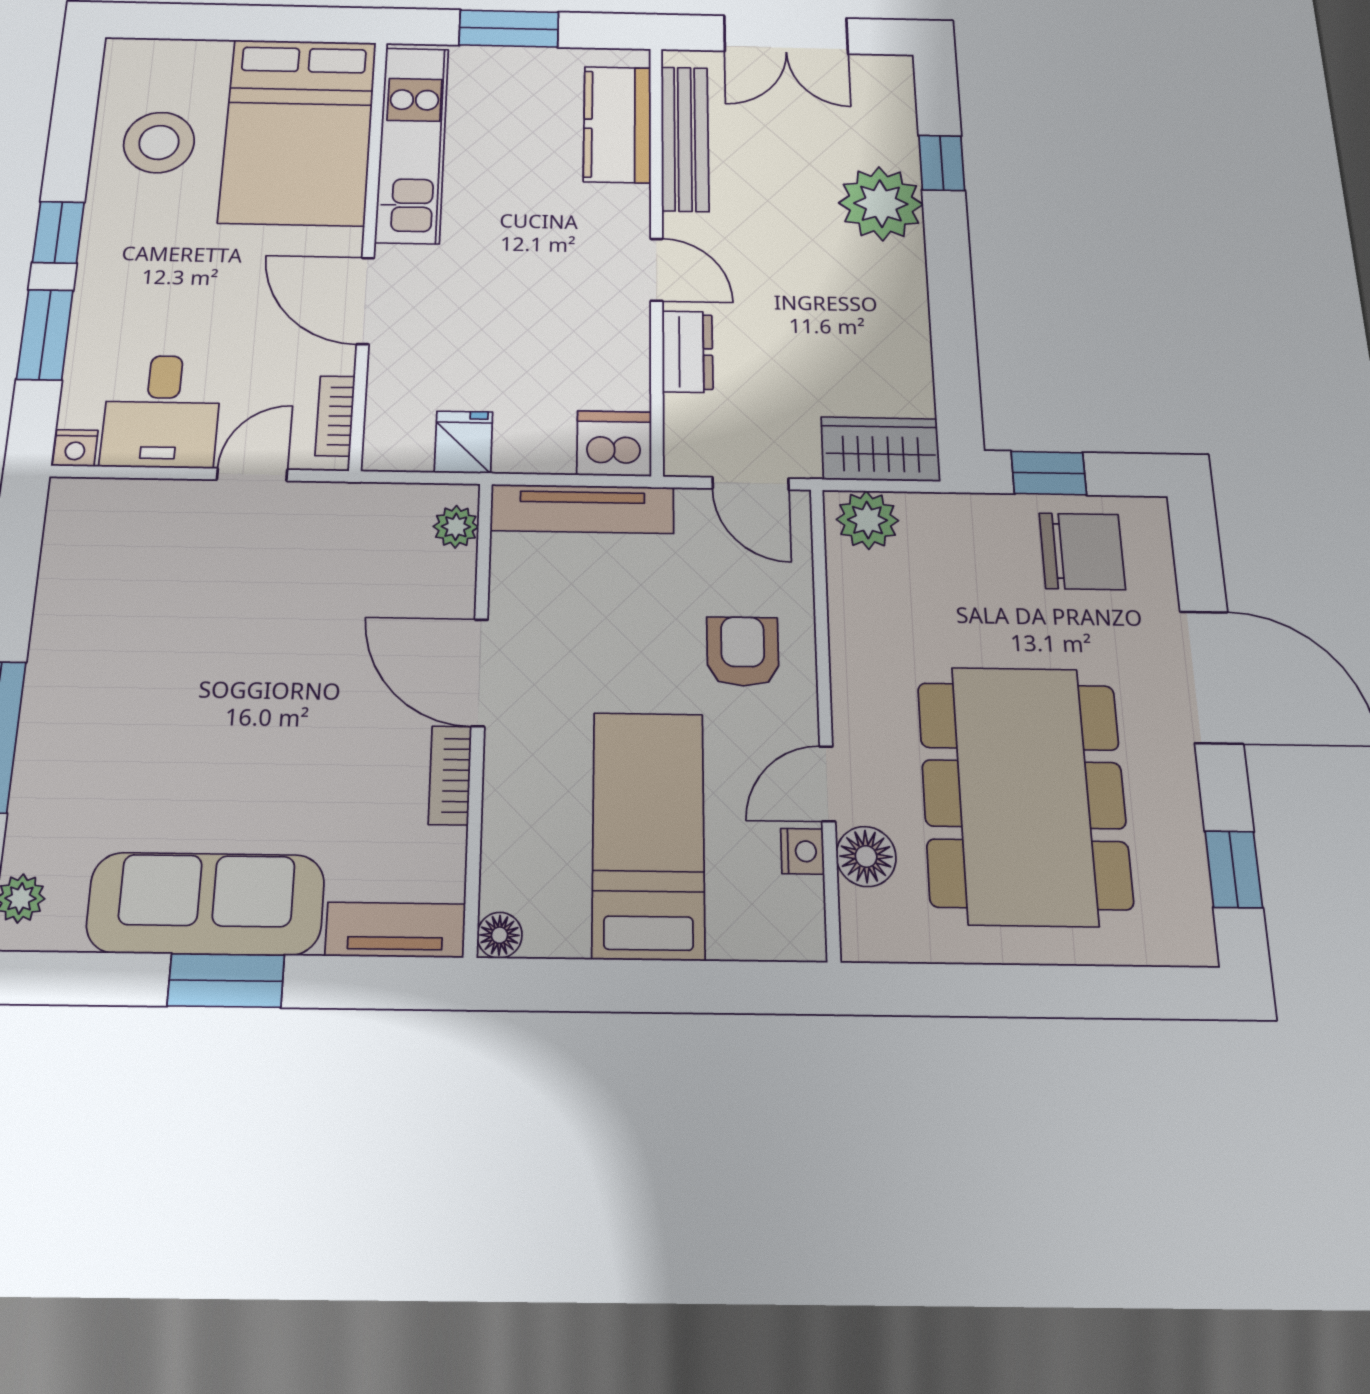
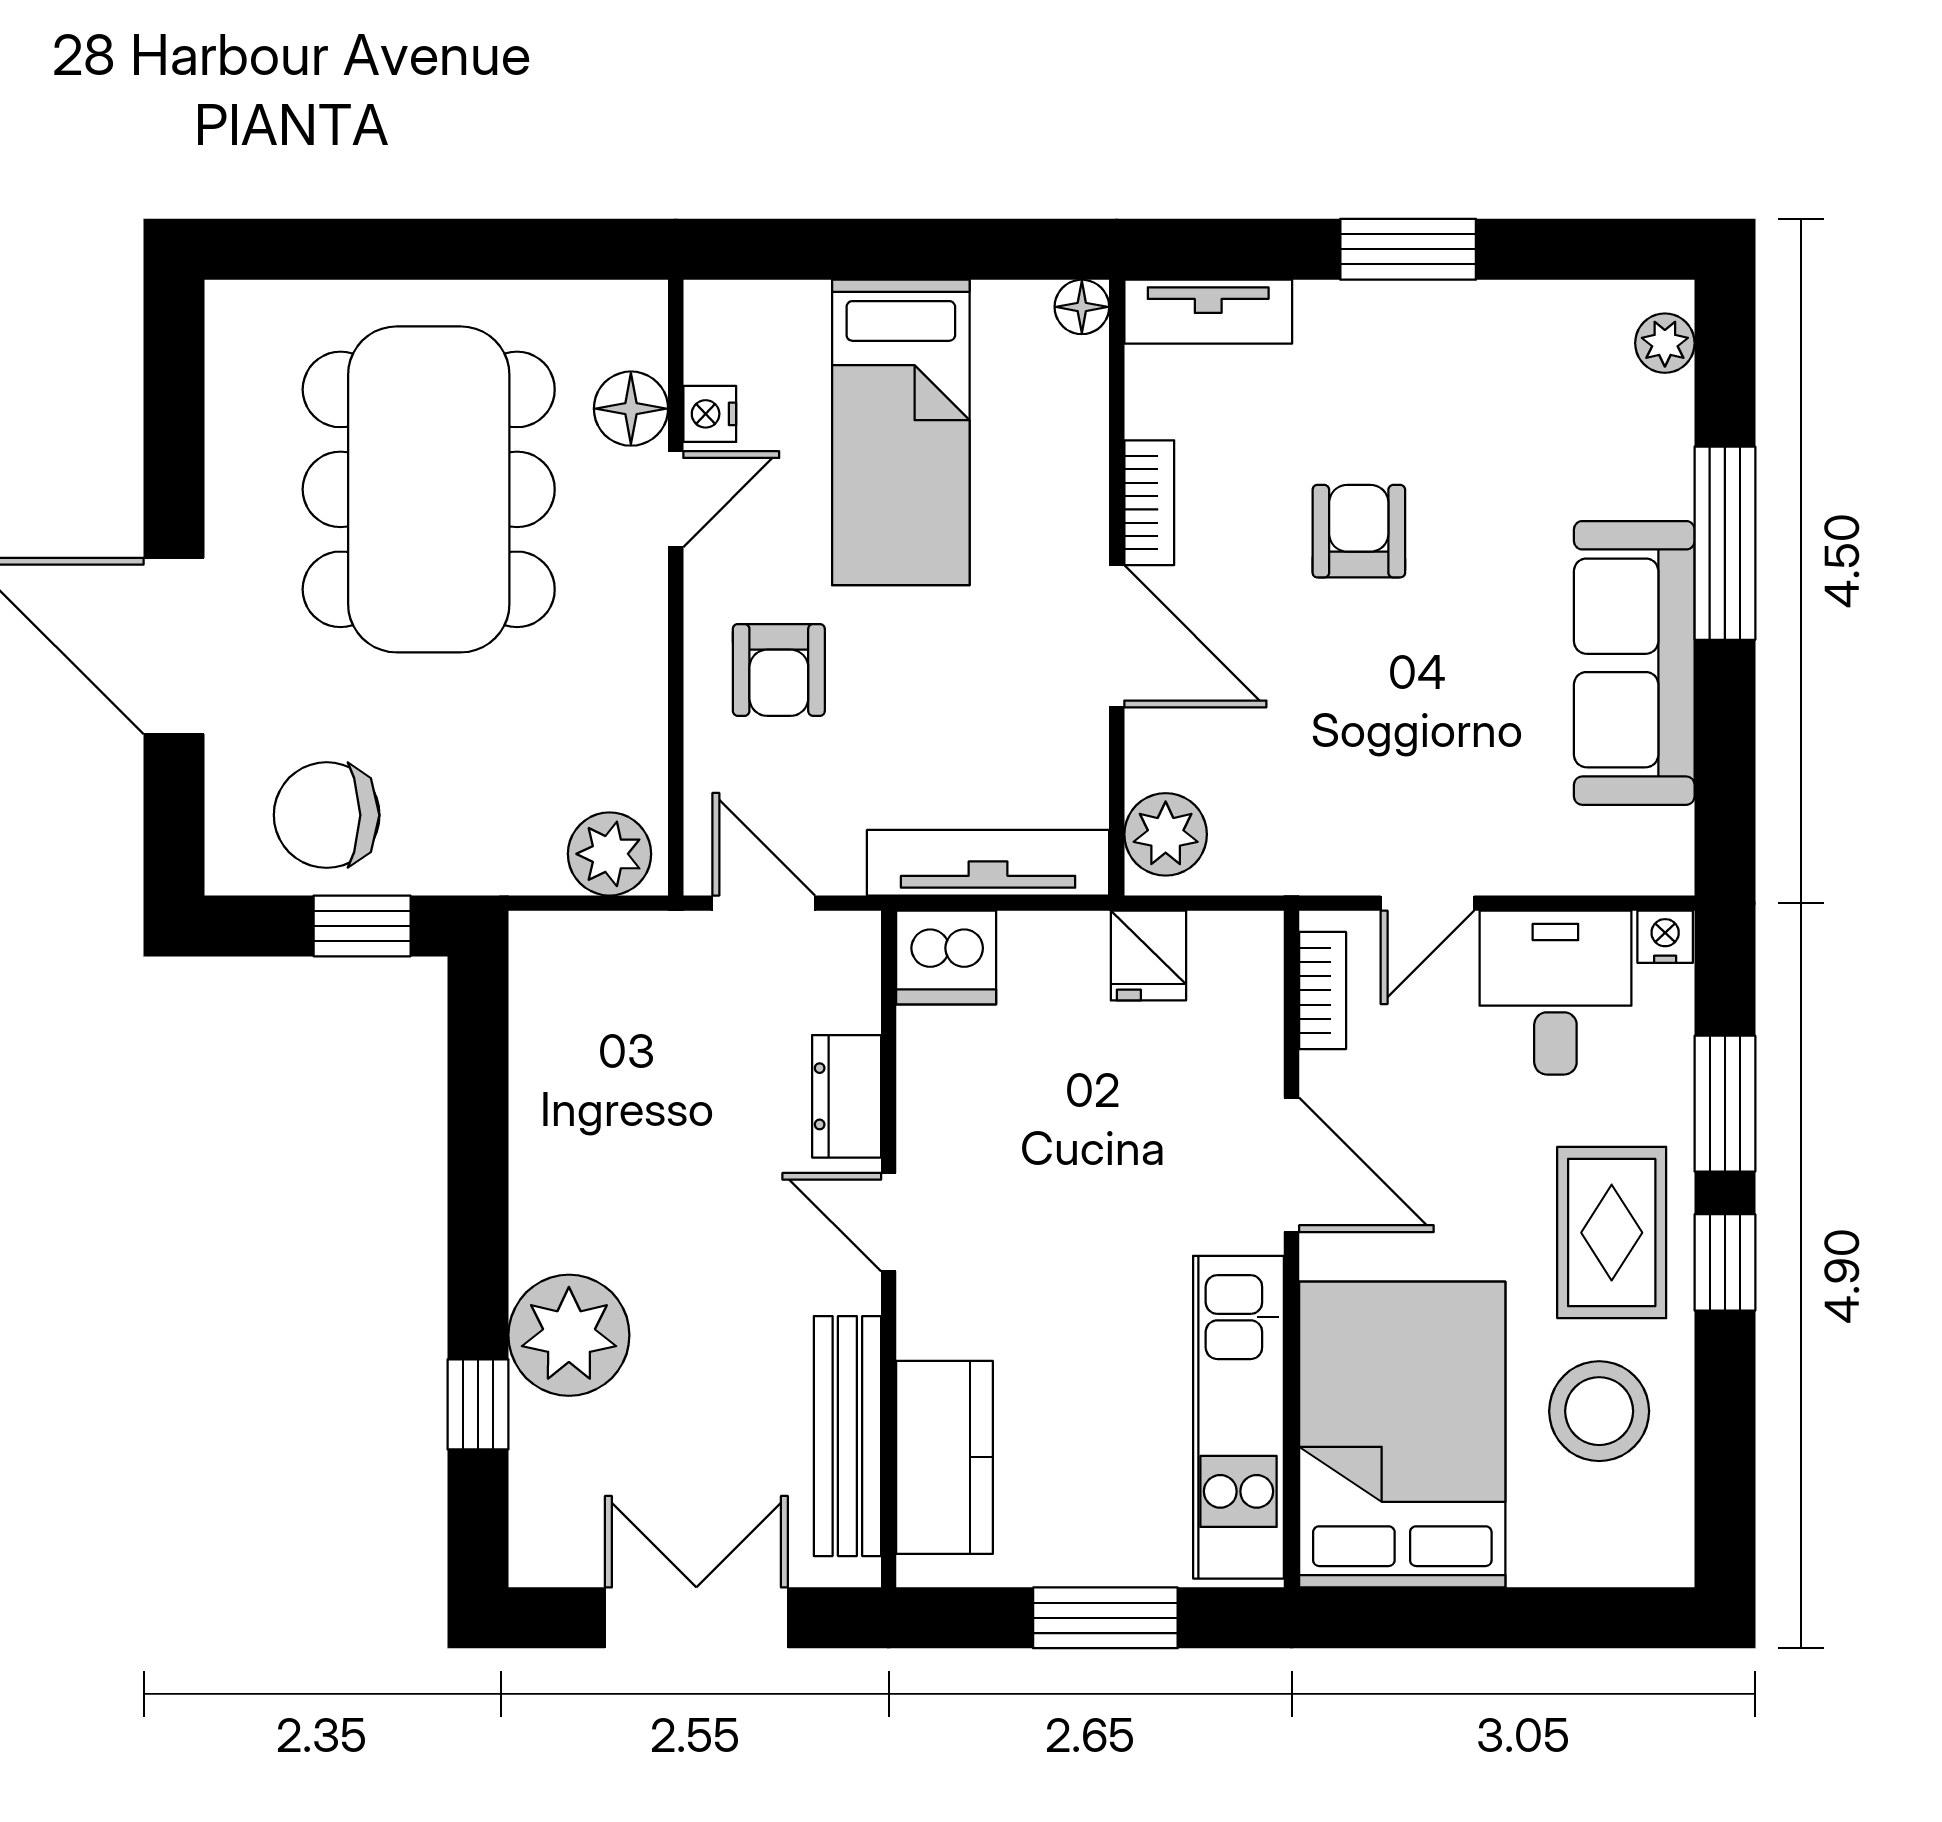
rug: (138, 253) -> (1612, 1233), added
wardrobe: (881, 449) -> (587, 956), removed
plant: (456, 527) -> (1166, 834), width x1.38, depth x1.38
armchair: (284, 750) -> (1359, 531), added
window: (1234, 869) -> (174, 399), removed
sofa: (206, 904) -> (1634, 663), moved, turned 90

